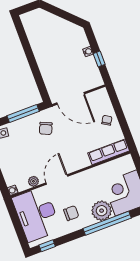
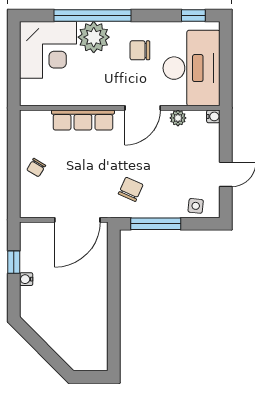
door: (71, 98) -> (77, 220), swing flipped
row of seats: (109, 152) -> (83, 120), moved

